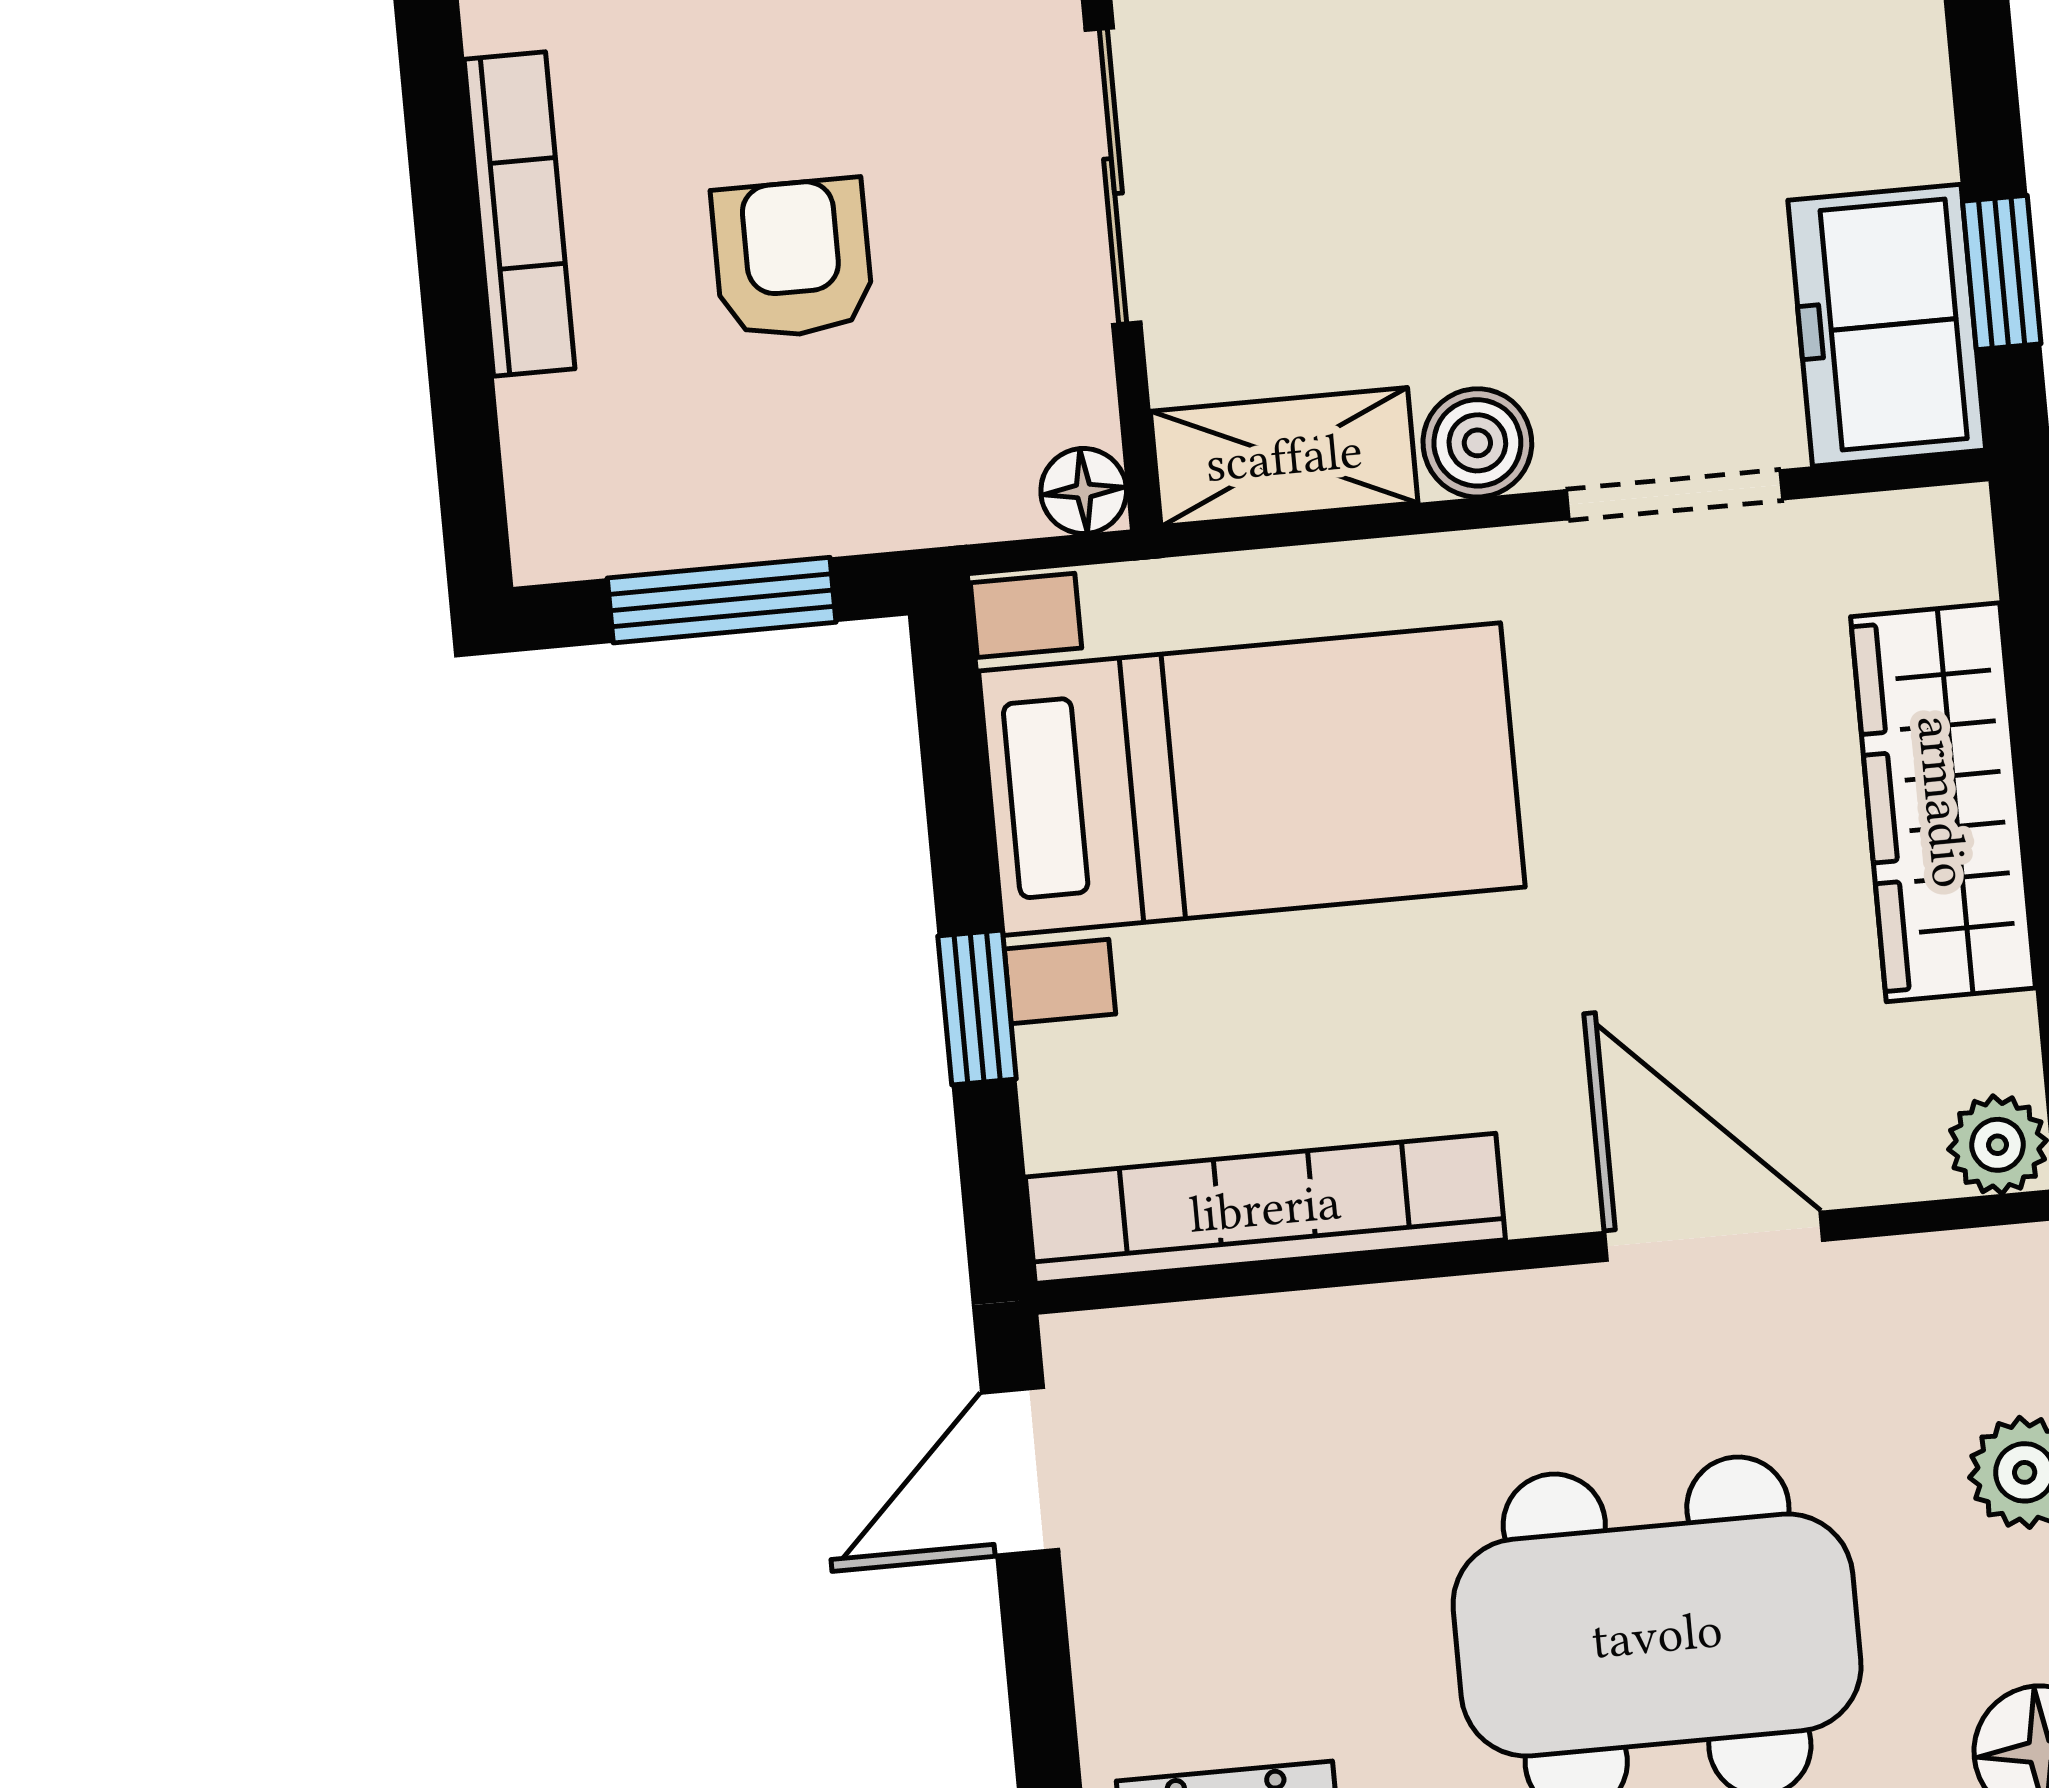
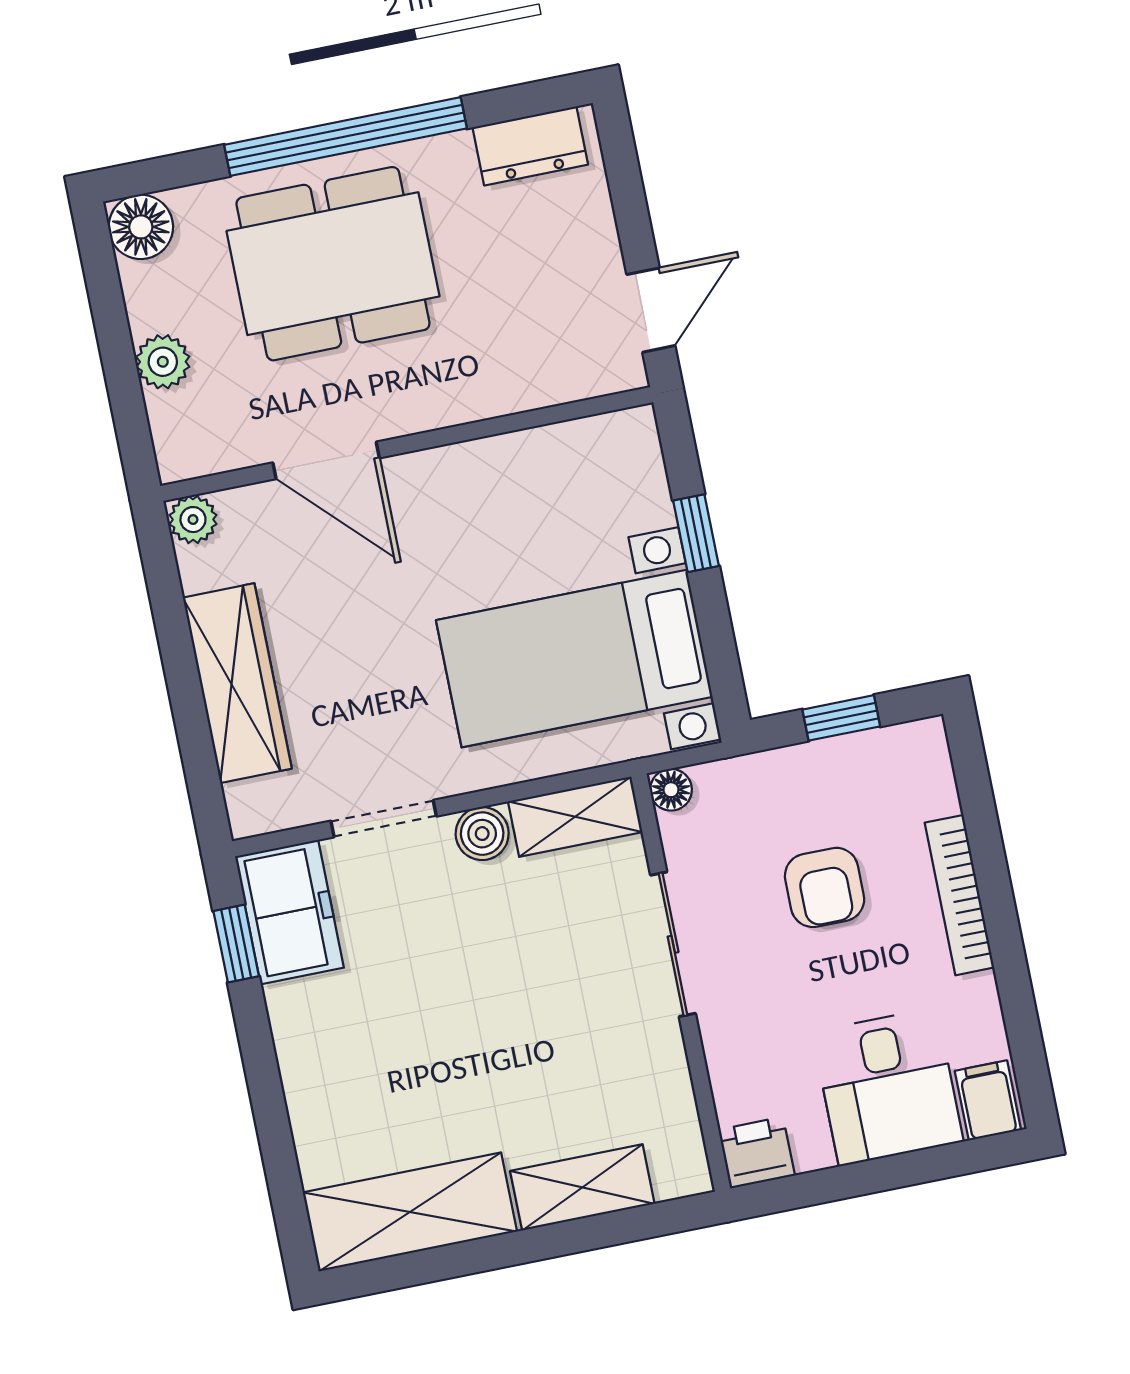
window: (722, 600) -> (841, 718), width x0.67
bookcase: (1265, 1208) -> (545, 451), removed

